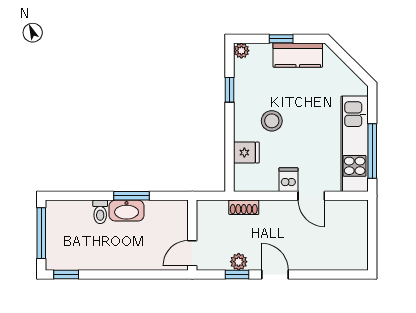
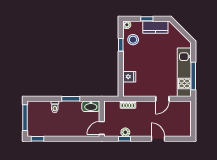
stool: (272, 121) -> (133, 40), moved
dishwasher: (288, 180) -> (151, 90), removed
door: (311, 196) -> (162, 99), hinge flipped
washbasin: (127, 211) -> (91, 106), moved
door: (275, 274) -> (158, 139), moved

